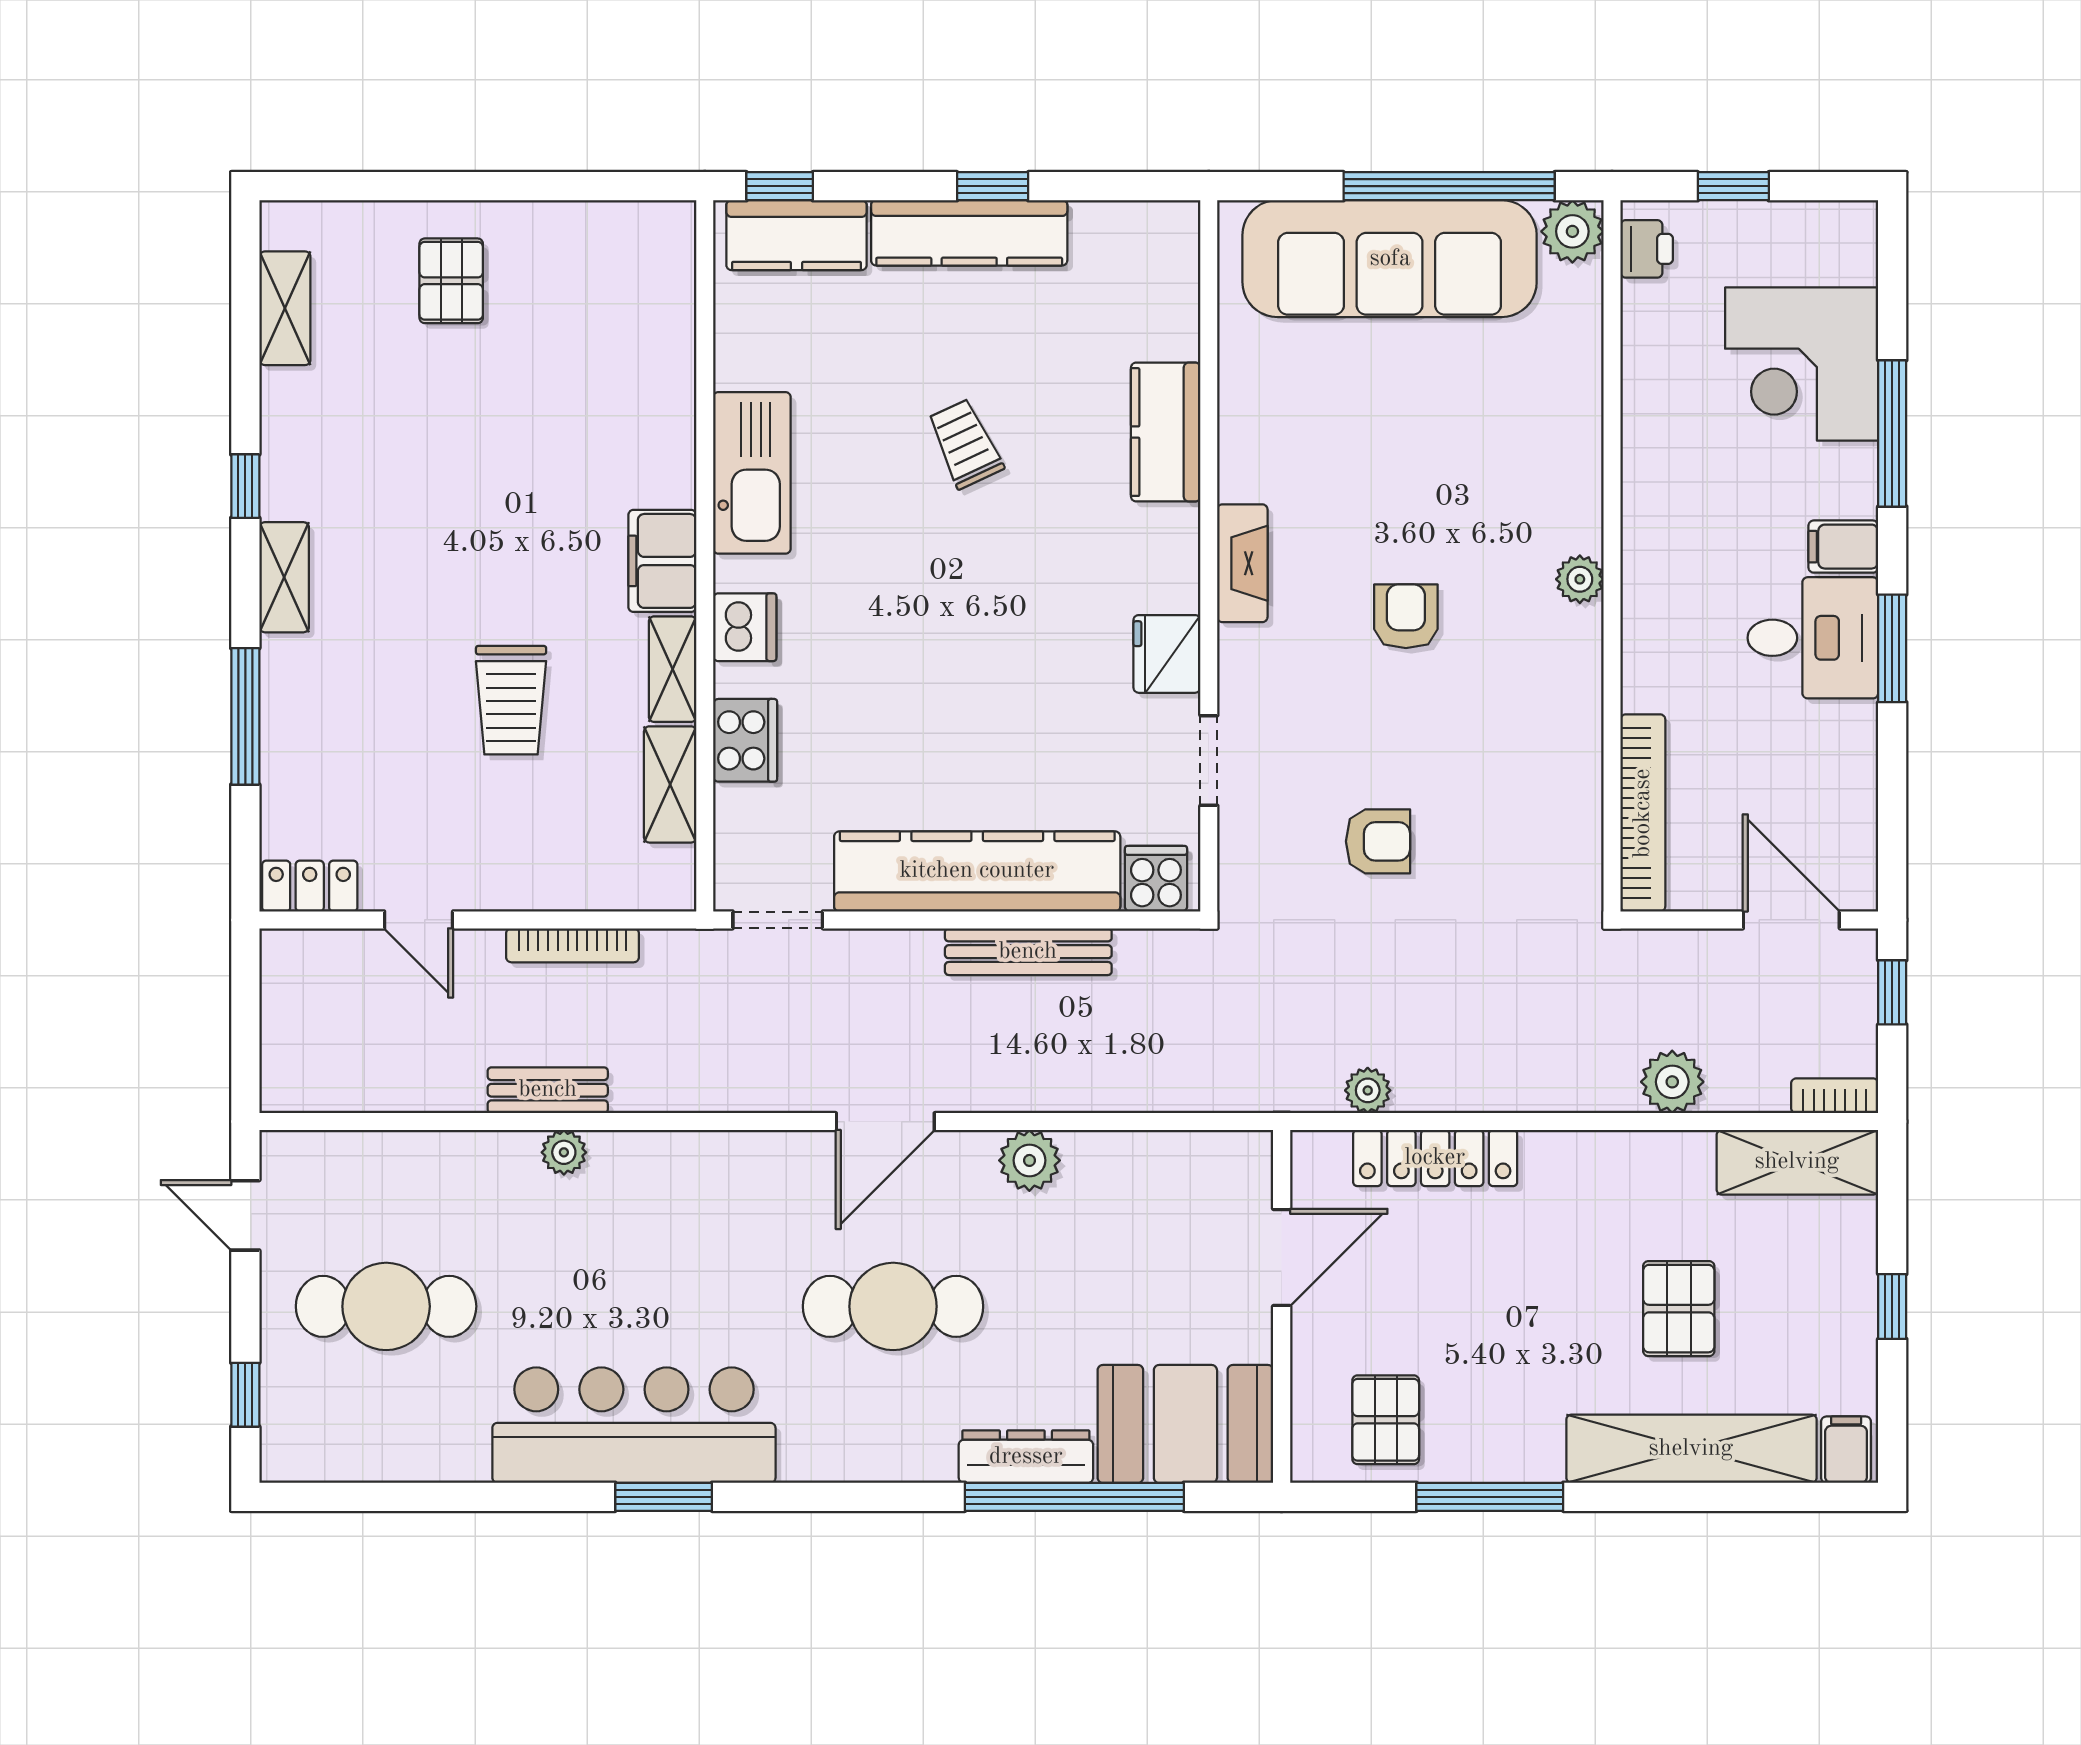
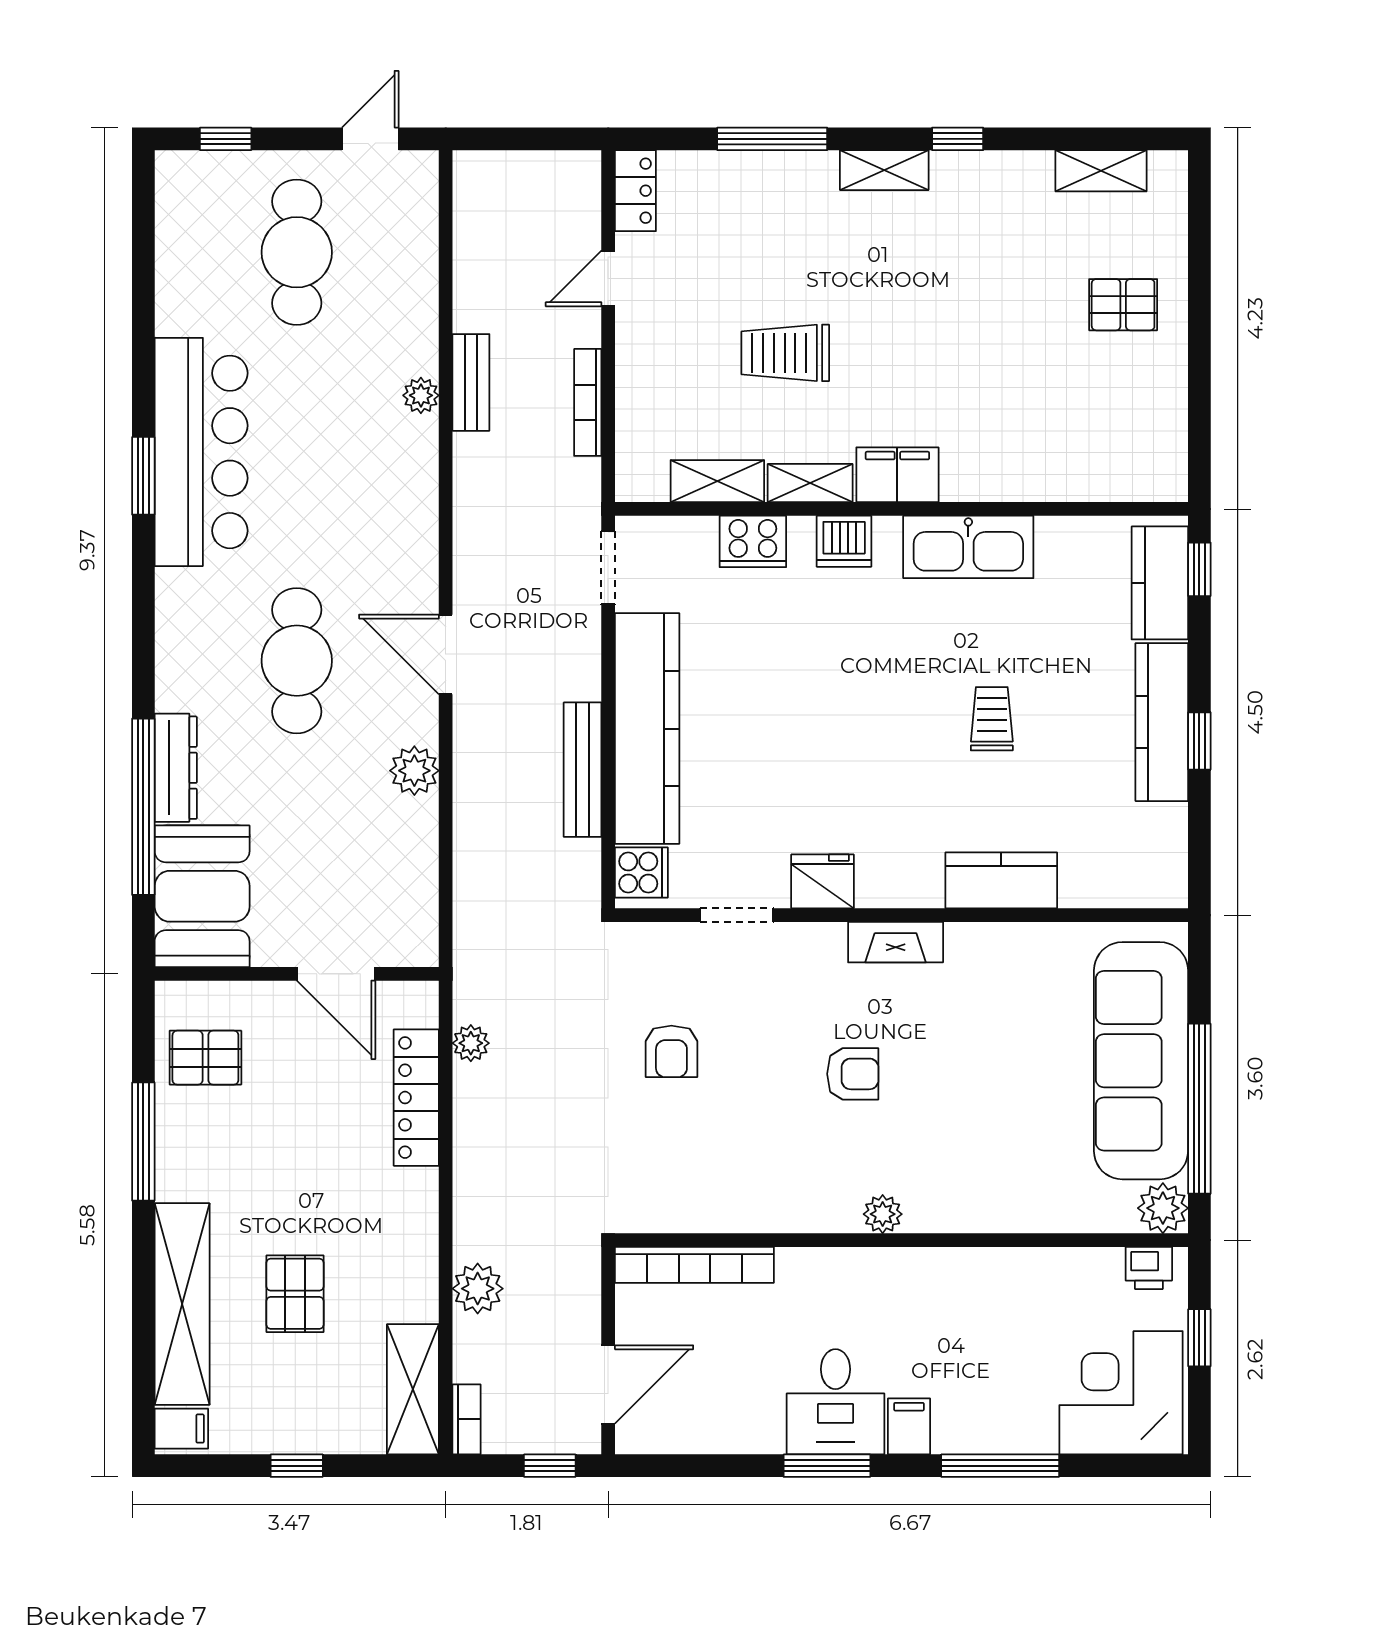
corner desk: (1802, 364) -> (1121, 1393), moved
trolley: (965, 444) -> (992, 719), turned -65
pallet: (1679, 1309) -> (295, 1294), turned 90

